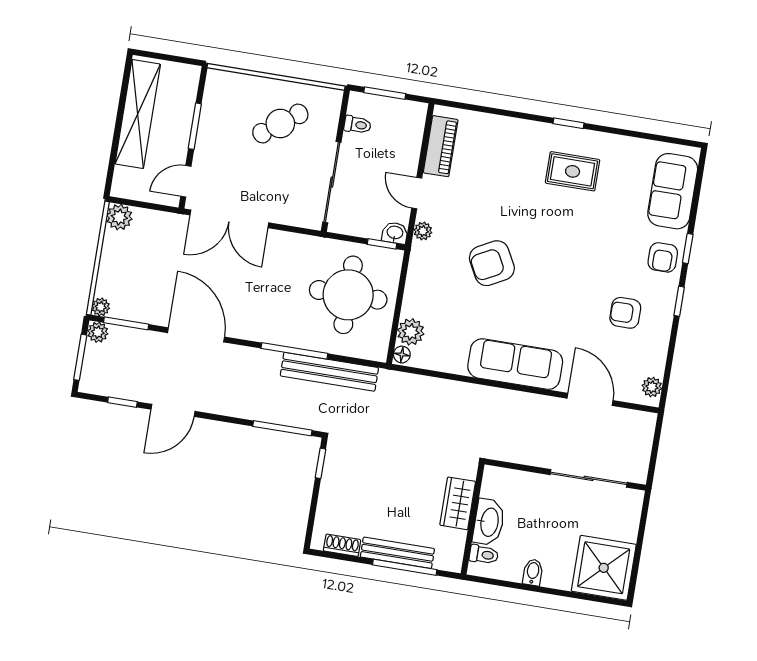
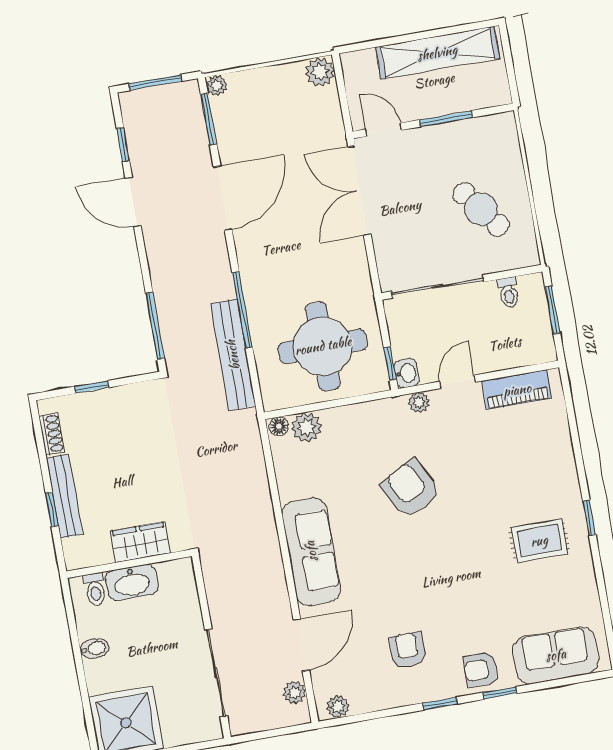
rug: (573, 171) -> (539, 541), turned 90
plant: (98, 332) -> (294, 692), moved
window: (321, 463) -> (92, 387), moved
window: (405, 567) -> (52, 509), width x0.46

